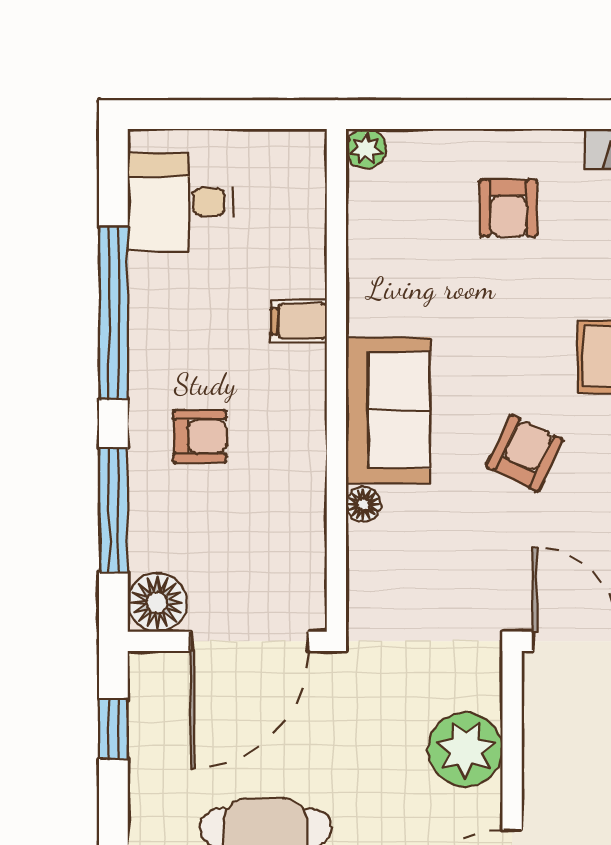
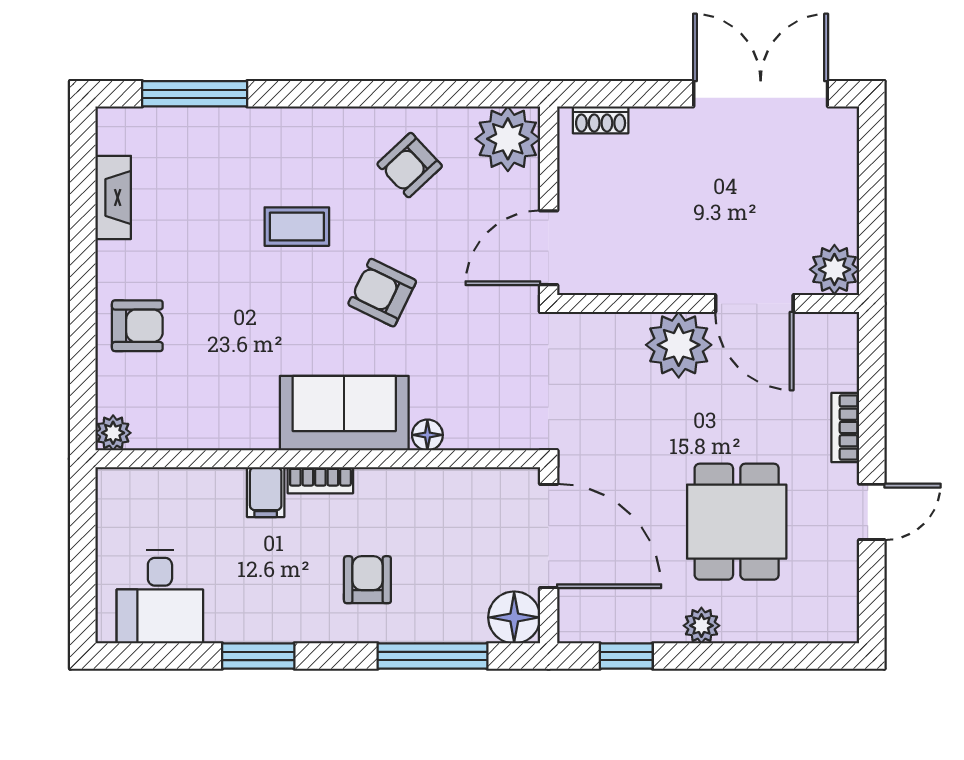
armchair: (508, 208) -> (137, 326), moved
window: (113, 313) -> (258, 656), width x0.47
bookcase: (312, 383) -> (320, 480), added
plant: (465, 750) -> (679, 345), moved
plant: (148, 814) -> (701, 626), added

